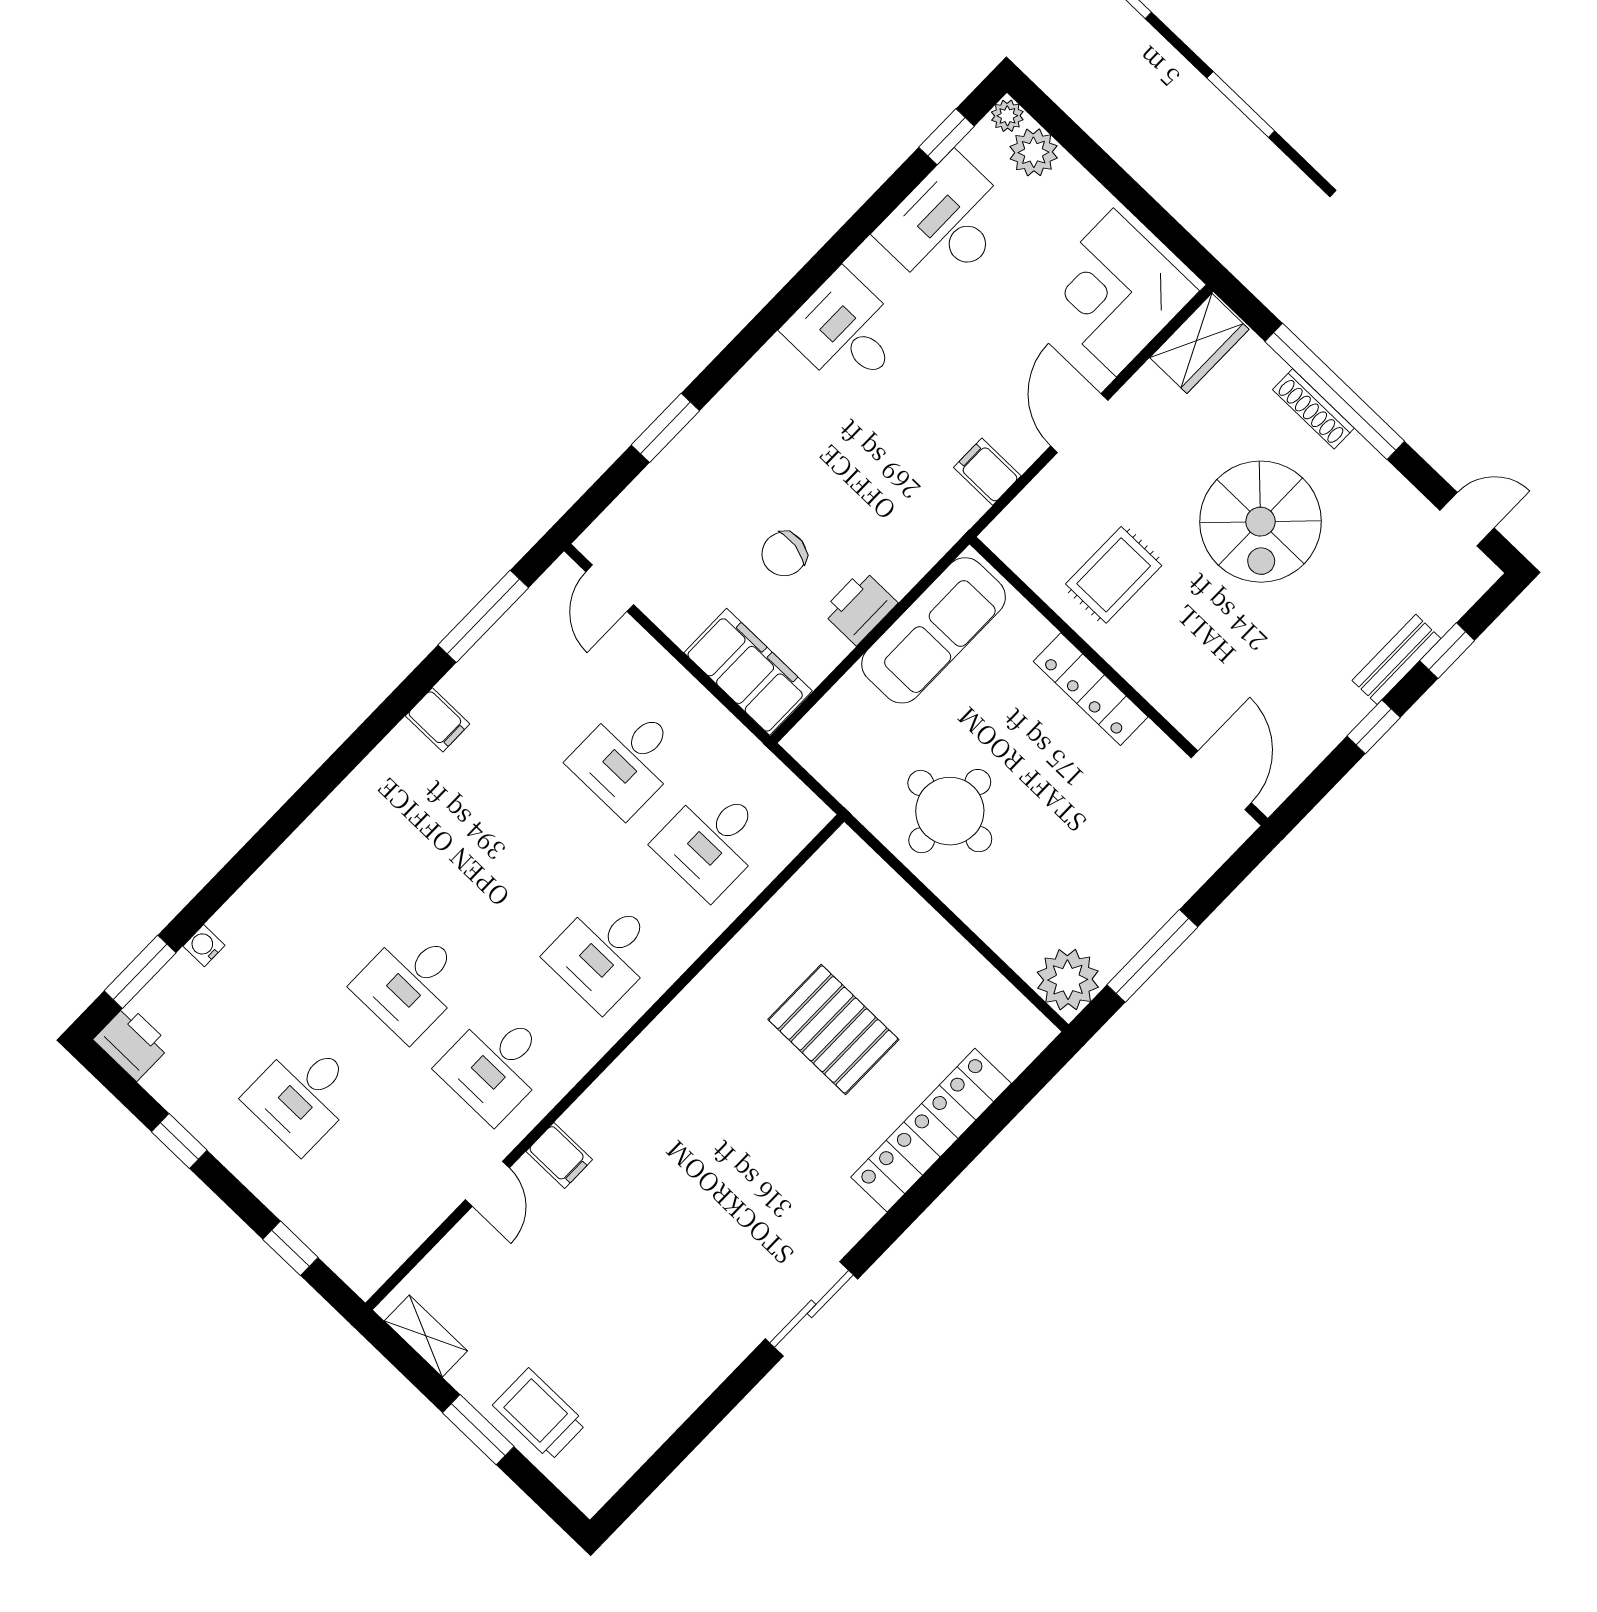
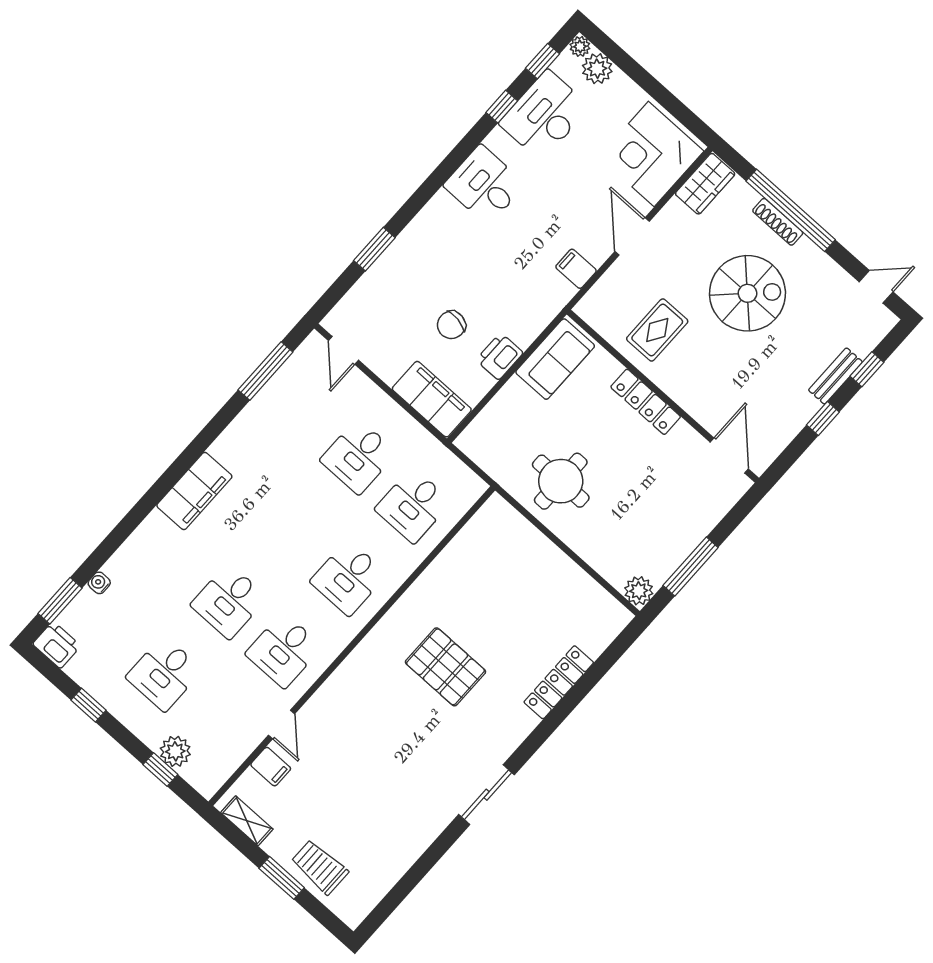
window: (878, 207) -> (502, 107), added
spiral stairs: (1261, 522) -> (747, 293), turned -90
sofa: (934, 630) -> (555, 359), width x0.73
filing cabinet: (438, 720) -> (194, 491), moved, width x3.00, depth x1.17
plant: (1068, 980) -> (639, 591), width x0.73, depth x0.73
pallet: (833, 1029) -> (445, 667), moved
locker: (931, 1130) -> (559, 682), width x0.71, depth x0.83
filing cabinet: (559, 1155) -> (271, 767), moved
plant: (316, 1220) -> (175, 751), added

